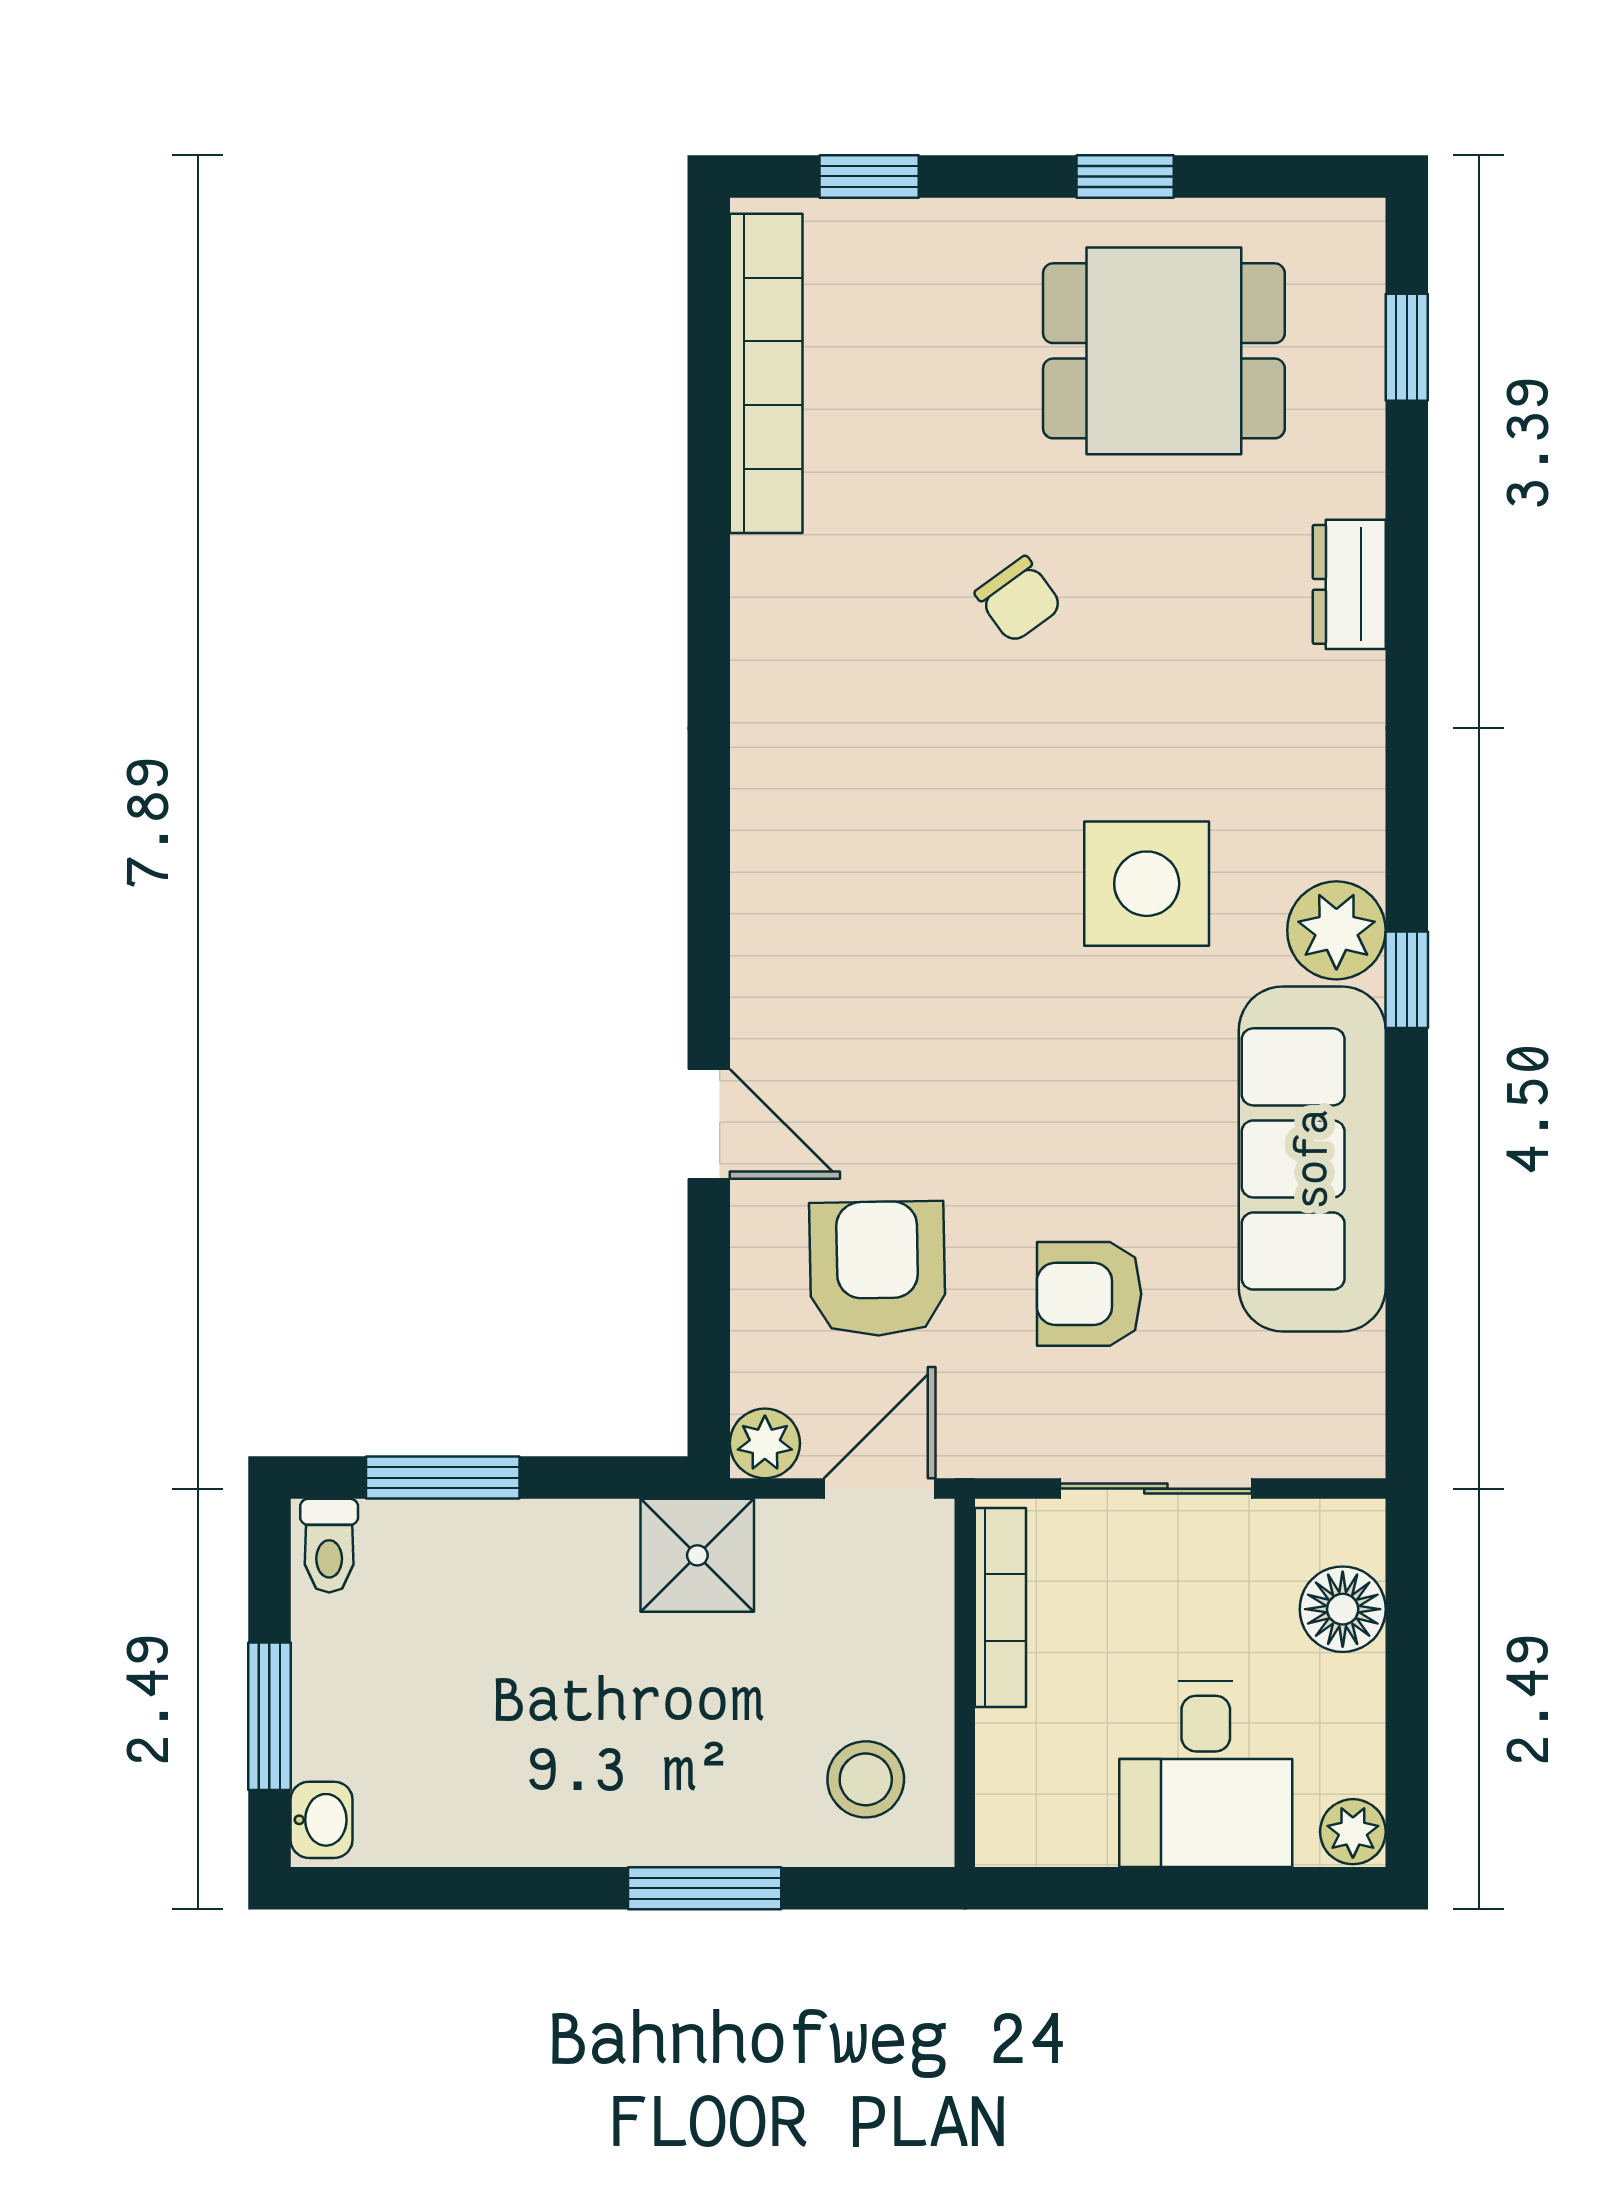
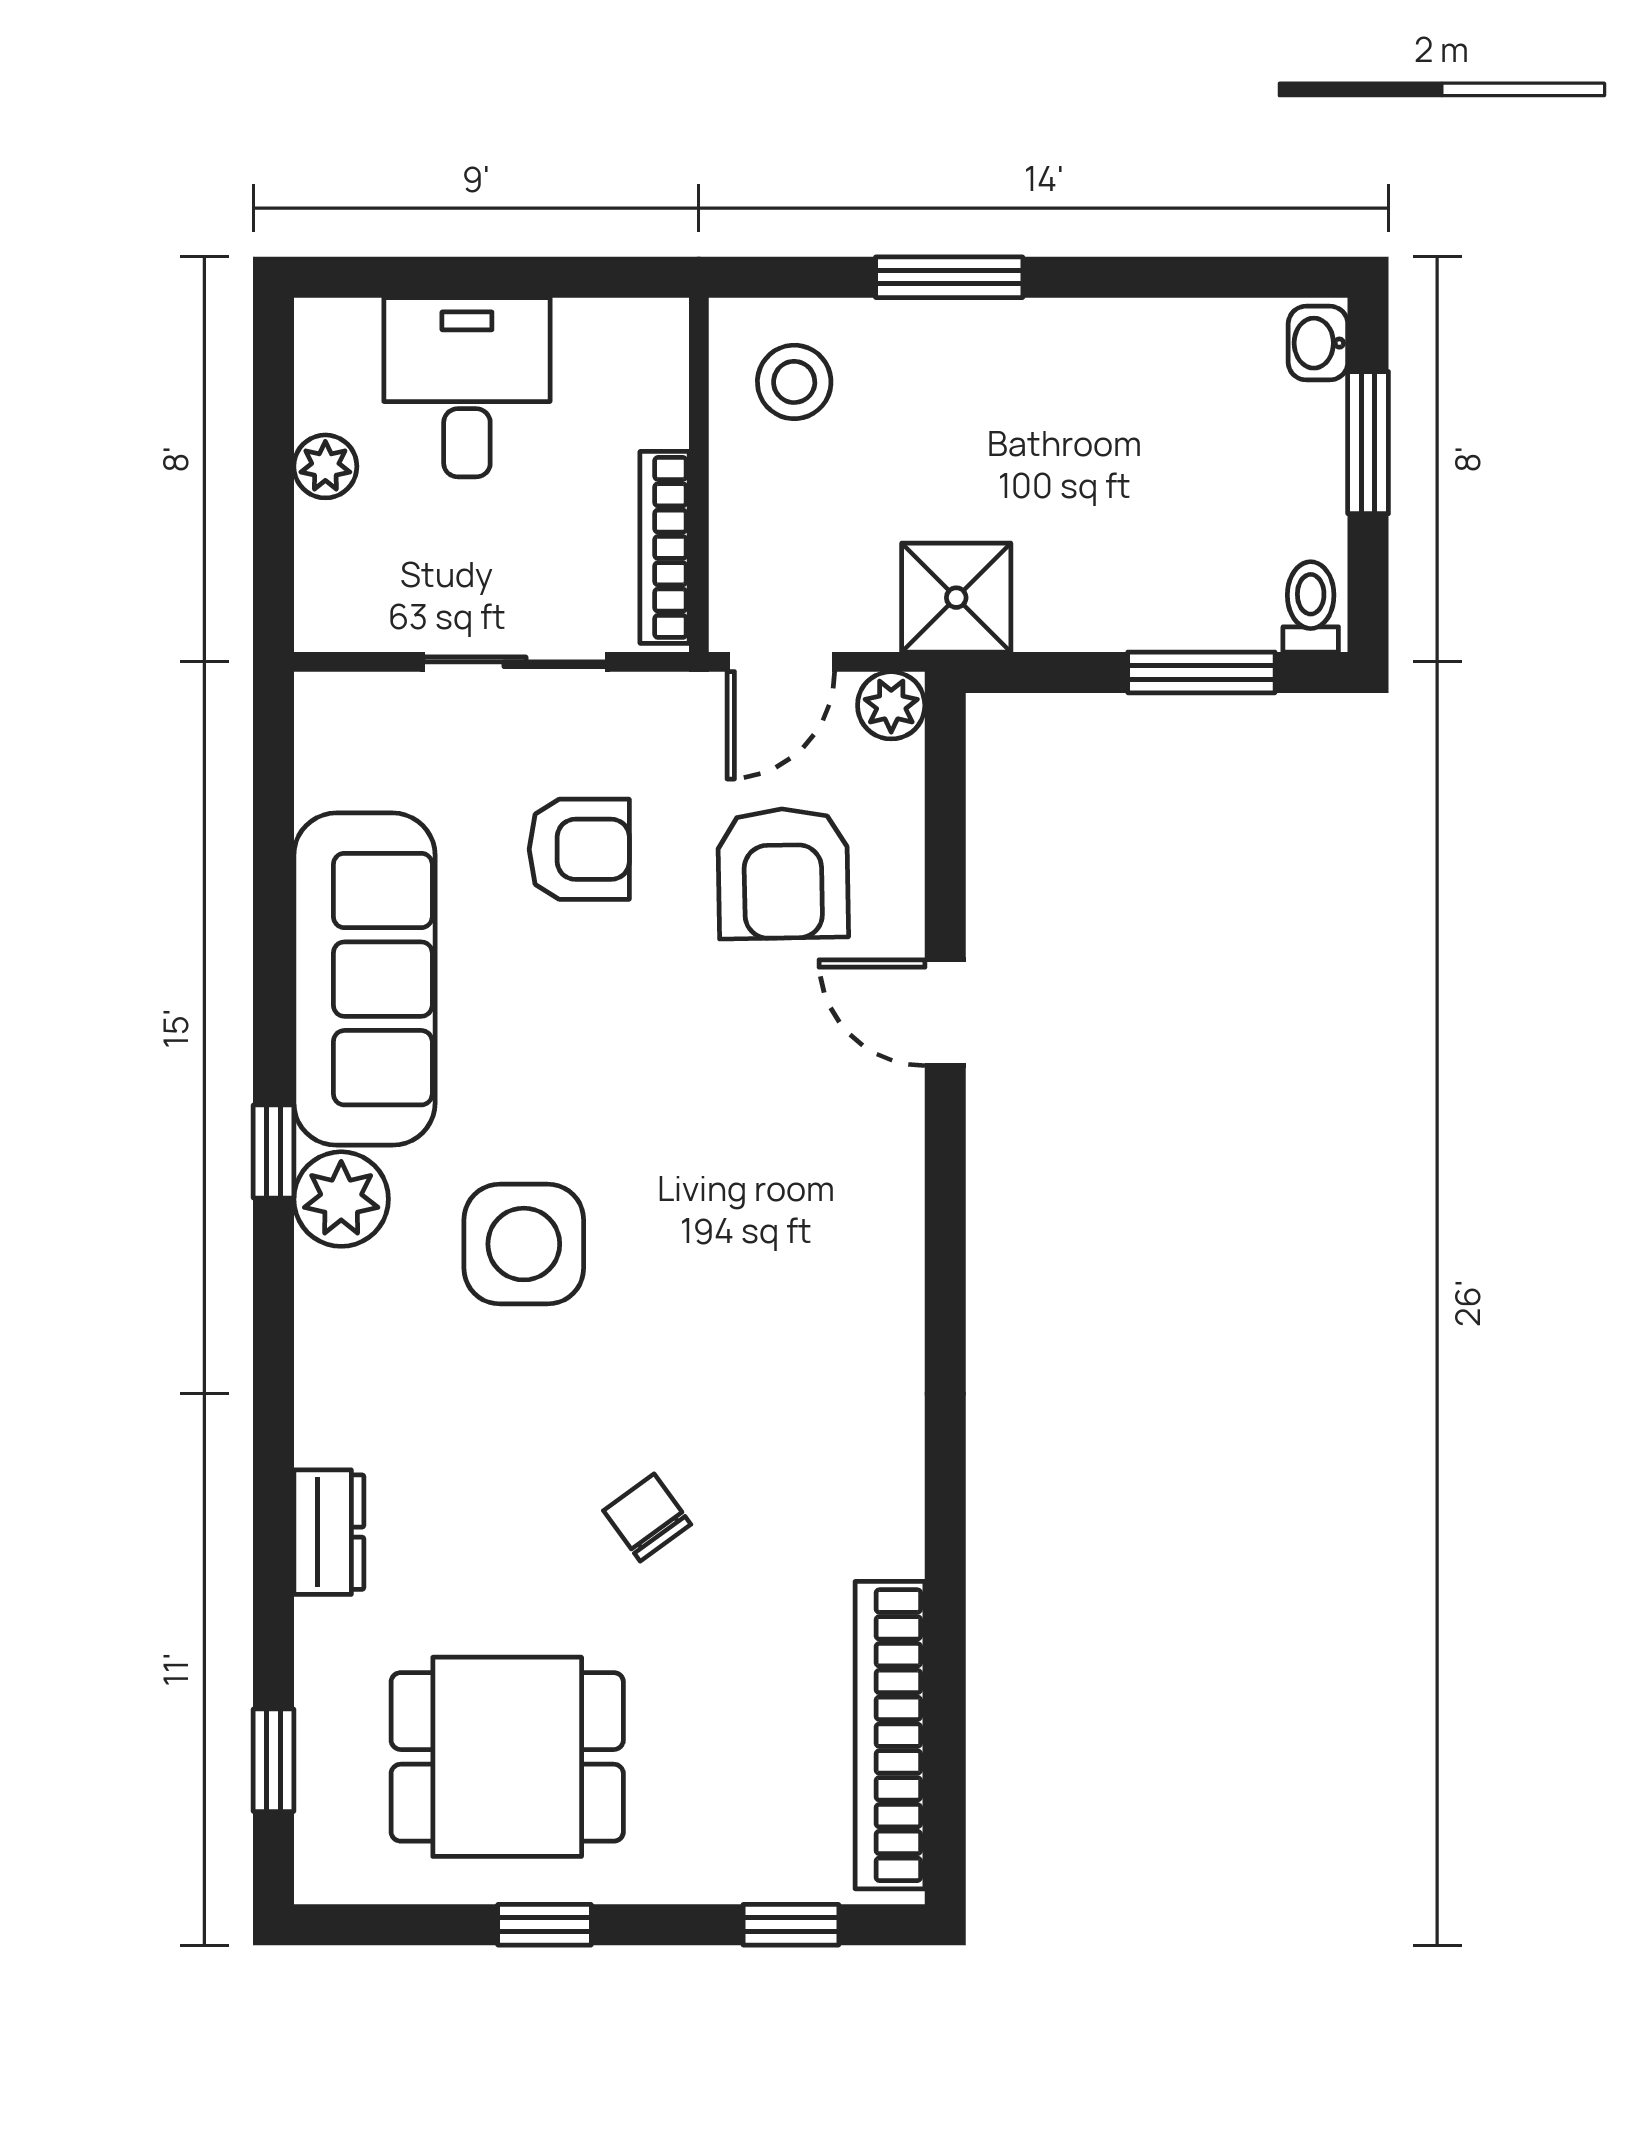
floor lamp: (1343, 1609) -> (335, 546), removed
plant: (1353, 1832) -> (325, 466), moved

